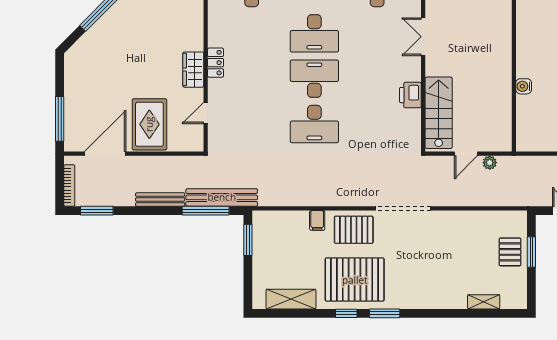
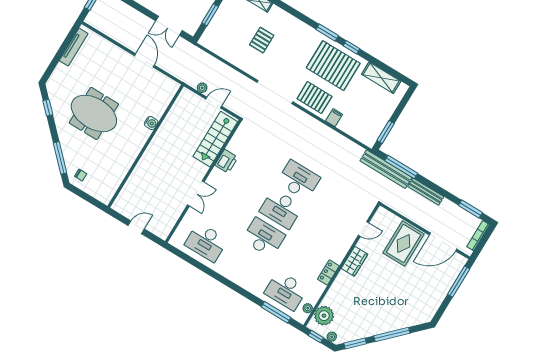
locker: (216, 63) -> (328, 273), moved
pallet: (510, 252) -> (262, 40), moved

